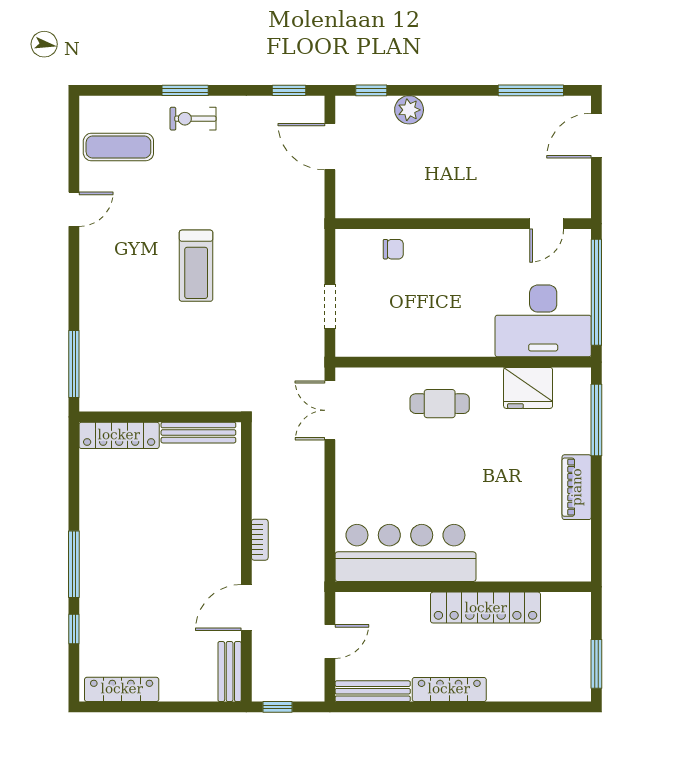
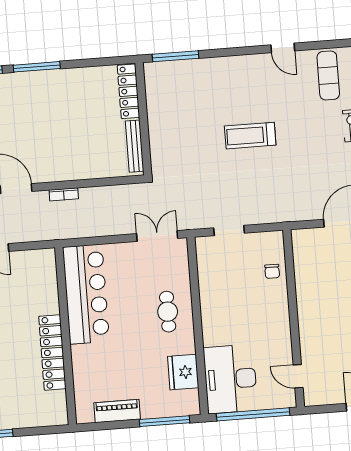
bar counter: (405, 553) -> (86, 294), moved
wall: (463, 587) -> (66, 336), moved
locker: (486, 608) -> (52, 352), moved

